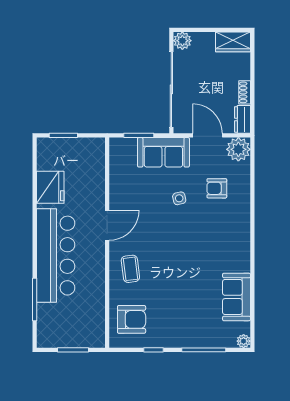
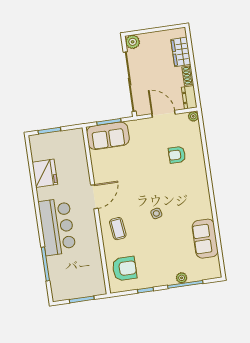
wardrobe: (233, 42) -> (181, 52), moved, turned 90
plant: (238, 149) -> (193, 116), width x0.53, depth x0.53
sofa: (163, 152) -> (108, 136), moved
side table: (179, 198) -> (156, 213), moved
bar counter: (56, 256) -> (57, 227), width x0.73
plant: (244, 341) -> (182, 278), moved

